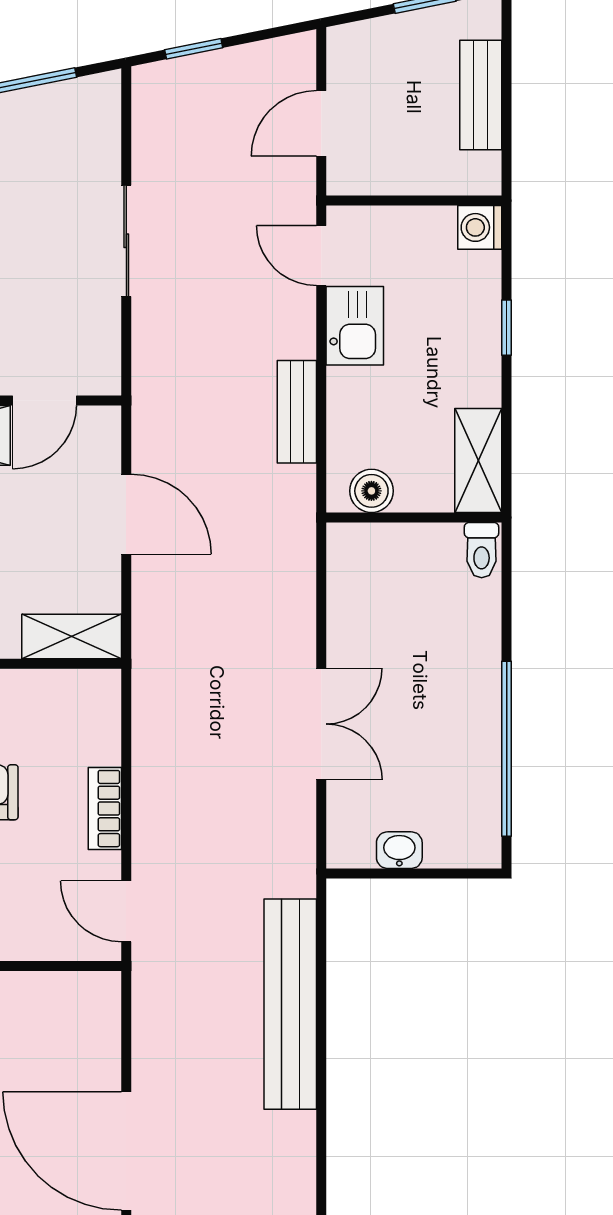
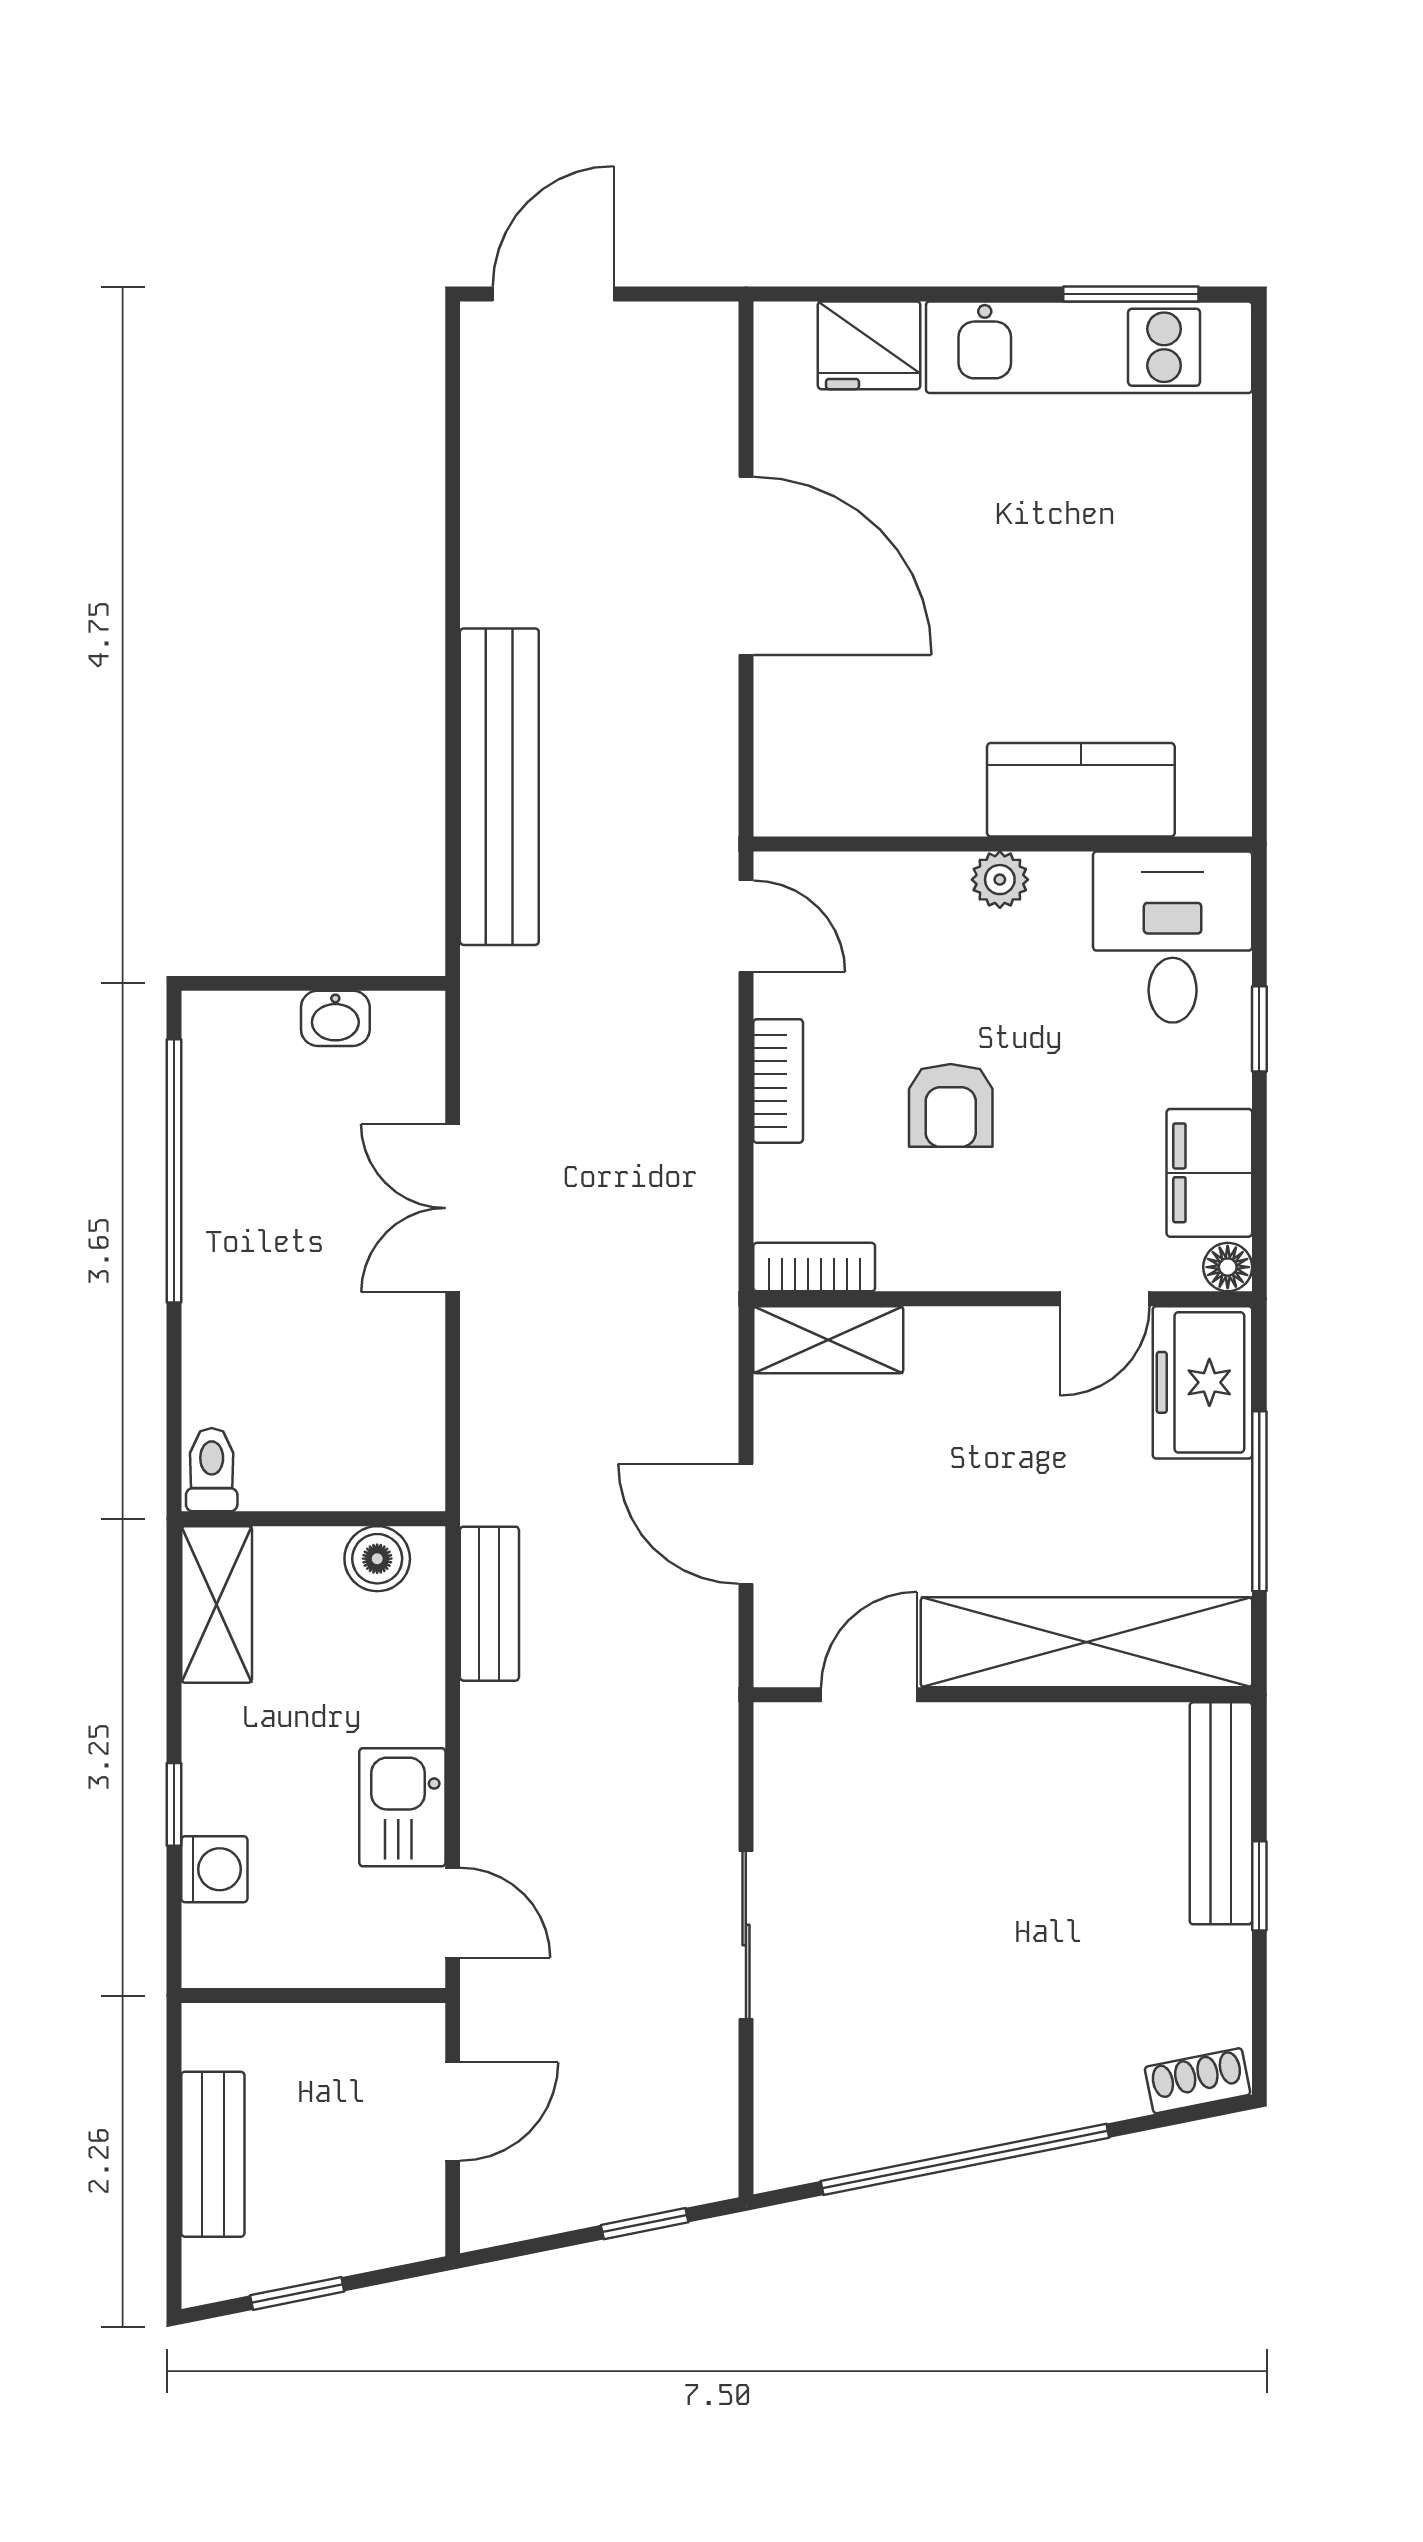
washing machine: (480, 227) -> (214, 1869), moved
bench: (297, 412) -> (489, 1604), moved
bookcase: (81, 685) -> (814, 1267), added

